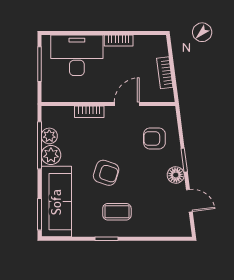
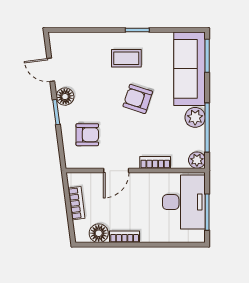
floor lamp: (143, 44) -> (99, 233), added
desk: (77, 55) -> (184, 202), moved, turned -90
plant: (49, 136) -> (197, 160), moved

